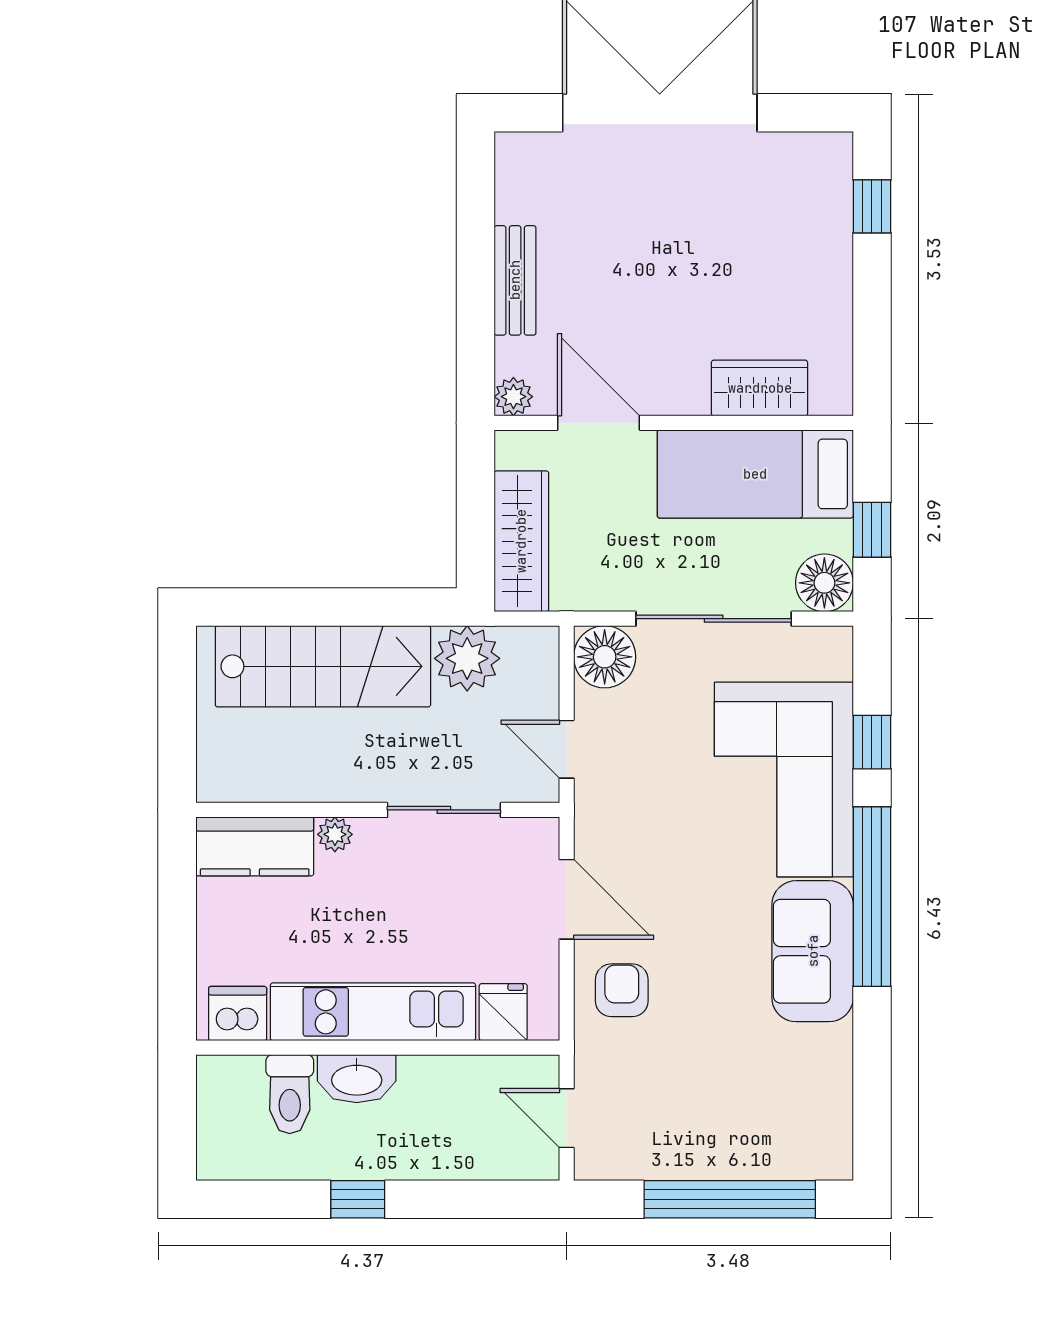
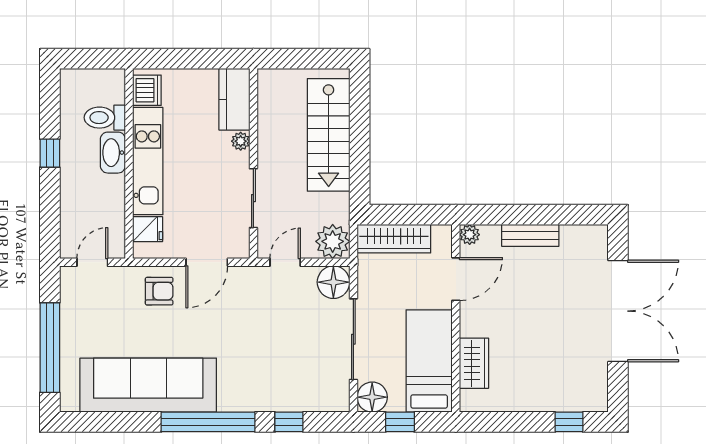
plant: (467, 658) -> (333, 241), moved
corner sofa: (784, 780) -> (269, 376), removed
sofa: (813, 951) -> (148, 385), width x1.85, depth x1.27

